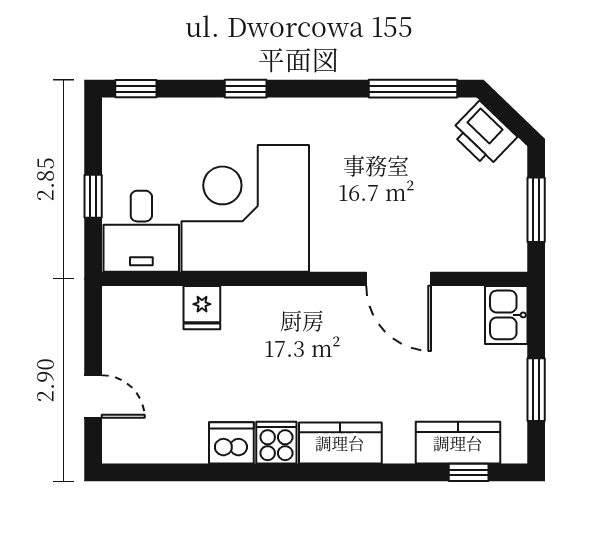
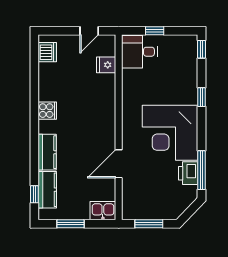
printer: (484, 134) -> (188, 173), moved, turned -44
corner desk: (245, 208) -> (170, 133), moved, turned 180
fridge: (202, 308) -> (106, 65), moved
door: (93, 396) -> (89, 31), moved
dishwasher: (231, 443) -> (47, 52), moved
kitchen counter: (340, 443) -> (47, 152), moved

